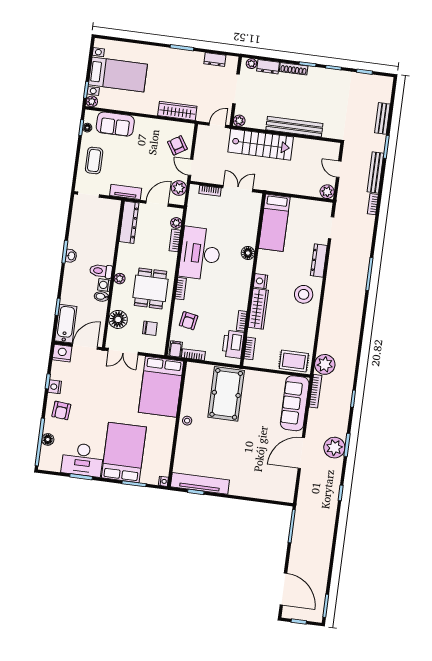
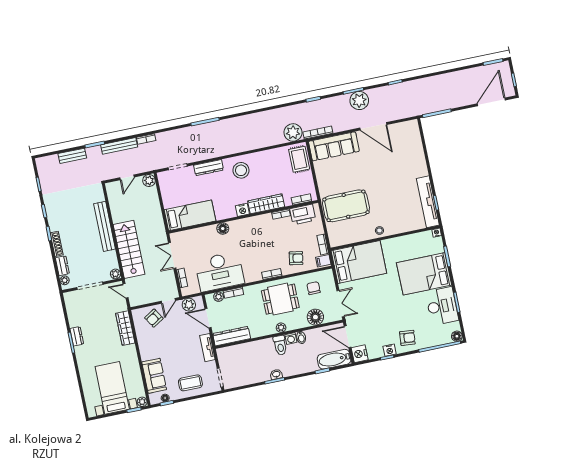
dresser: (215, 60) -> (77, 336), moved
desk: (200, 253) -> (220, 272), moved
floor lamp: (48, 439) -> (457, 336), moved

